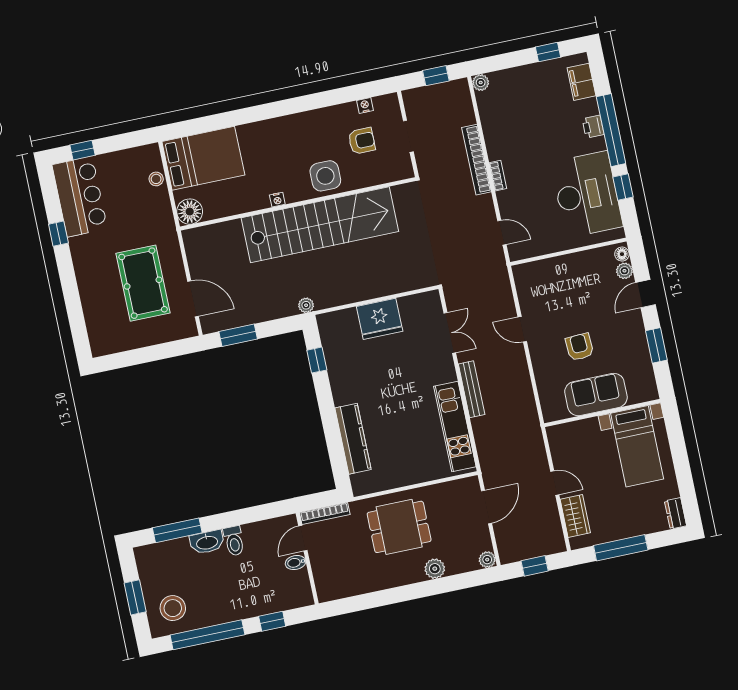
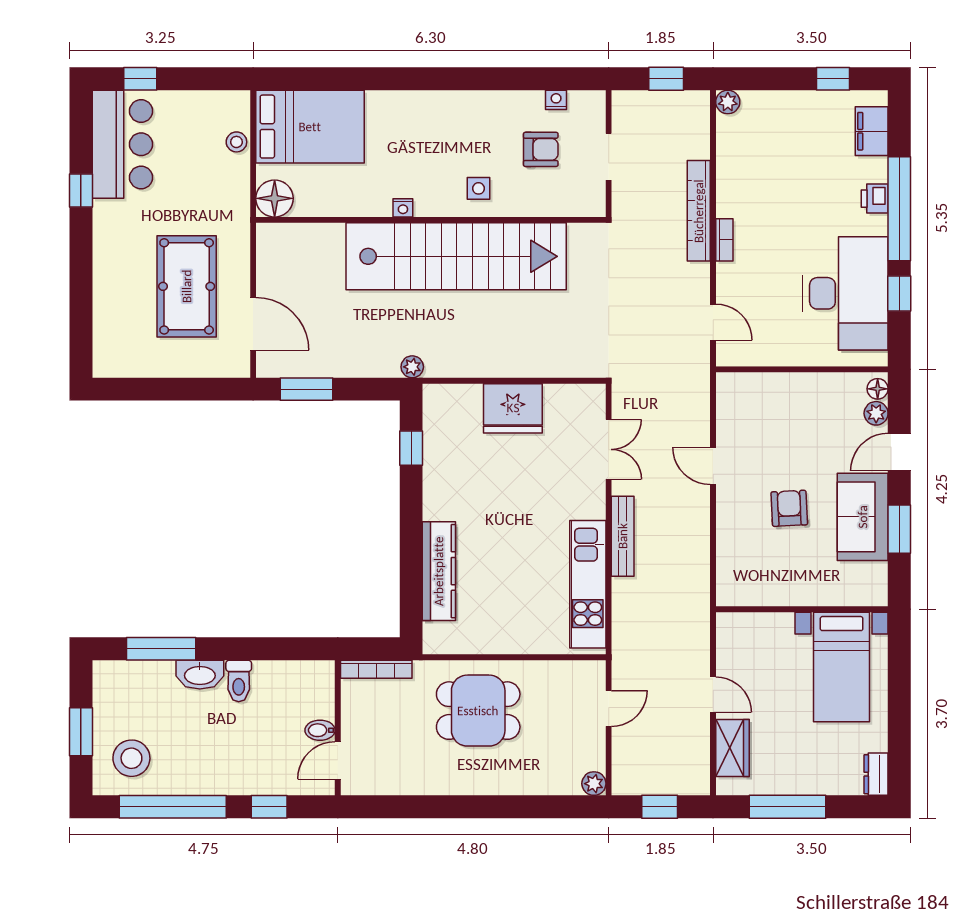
side table: (325, 176) -> (478, 188), width x0.54, depth x0.54
sofa: (596, 395) -> (863, 517), moved, turned -90
door: (486, 507) -> (609, 708), width x0.73
door: (303, 538) -> (338, 761), moved
plant: (435, 569) -> (517, 781), removed

